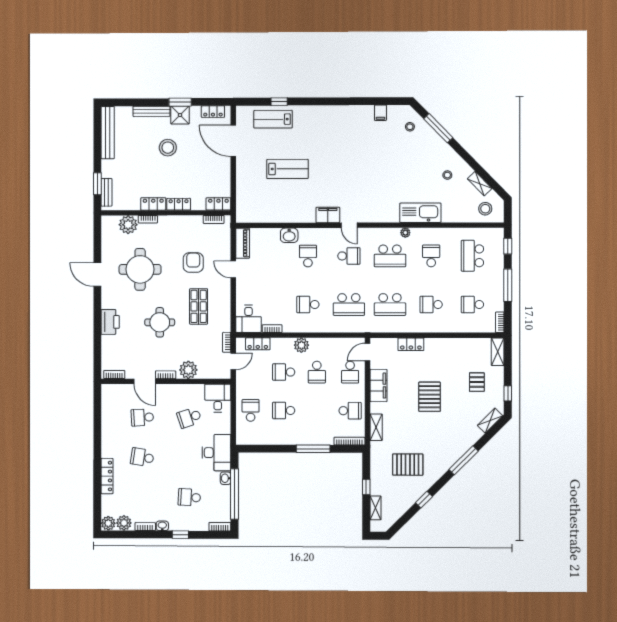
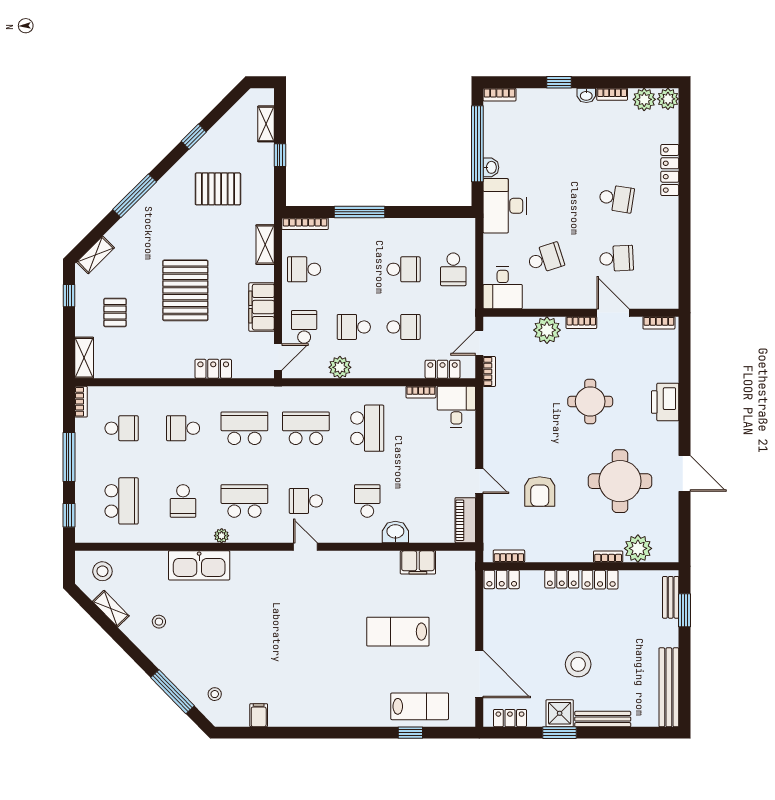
filing cabinet: (328, 215) -> (418, 562), moved
school desk: (308, 256) -> (367, 501), turned 180
school desk: (308, 305) -> (367, 428), width x1.85
school desk: (431, 305) -> (183, 428), turned 180
shop shelf: (199, 306) -> (532, 425), removed
plant: (301, 345) -> (340, 367), moved
school desk: (317, 372) -> (354, 327), turned -90
pallet: (430, 397) -> (185, 290), width x1.37, depth x1.41
school desk: (189, 497) -> (545, 138), removed

